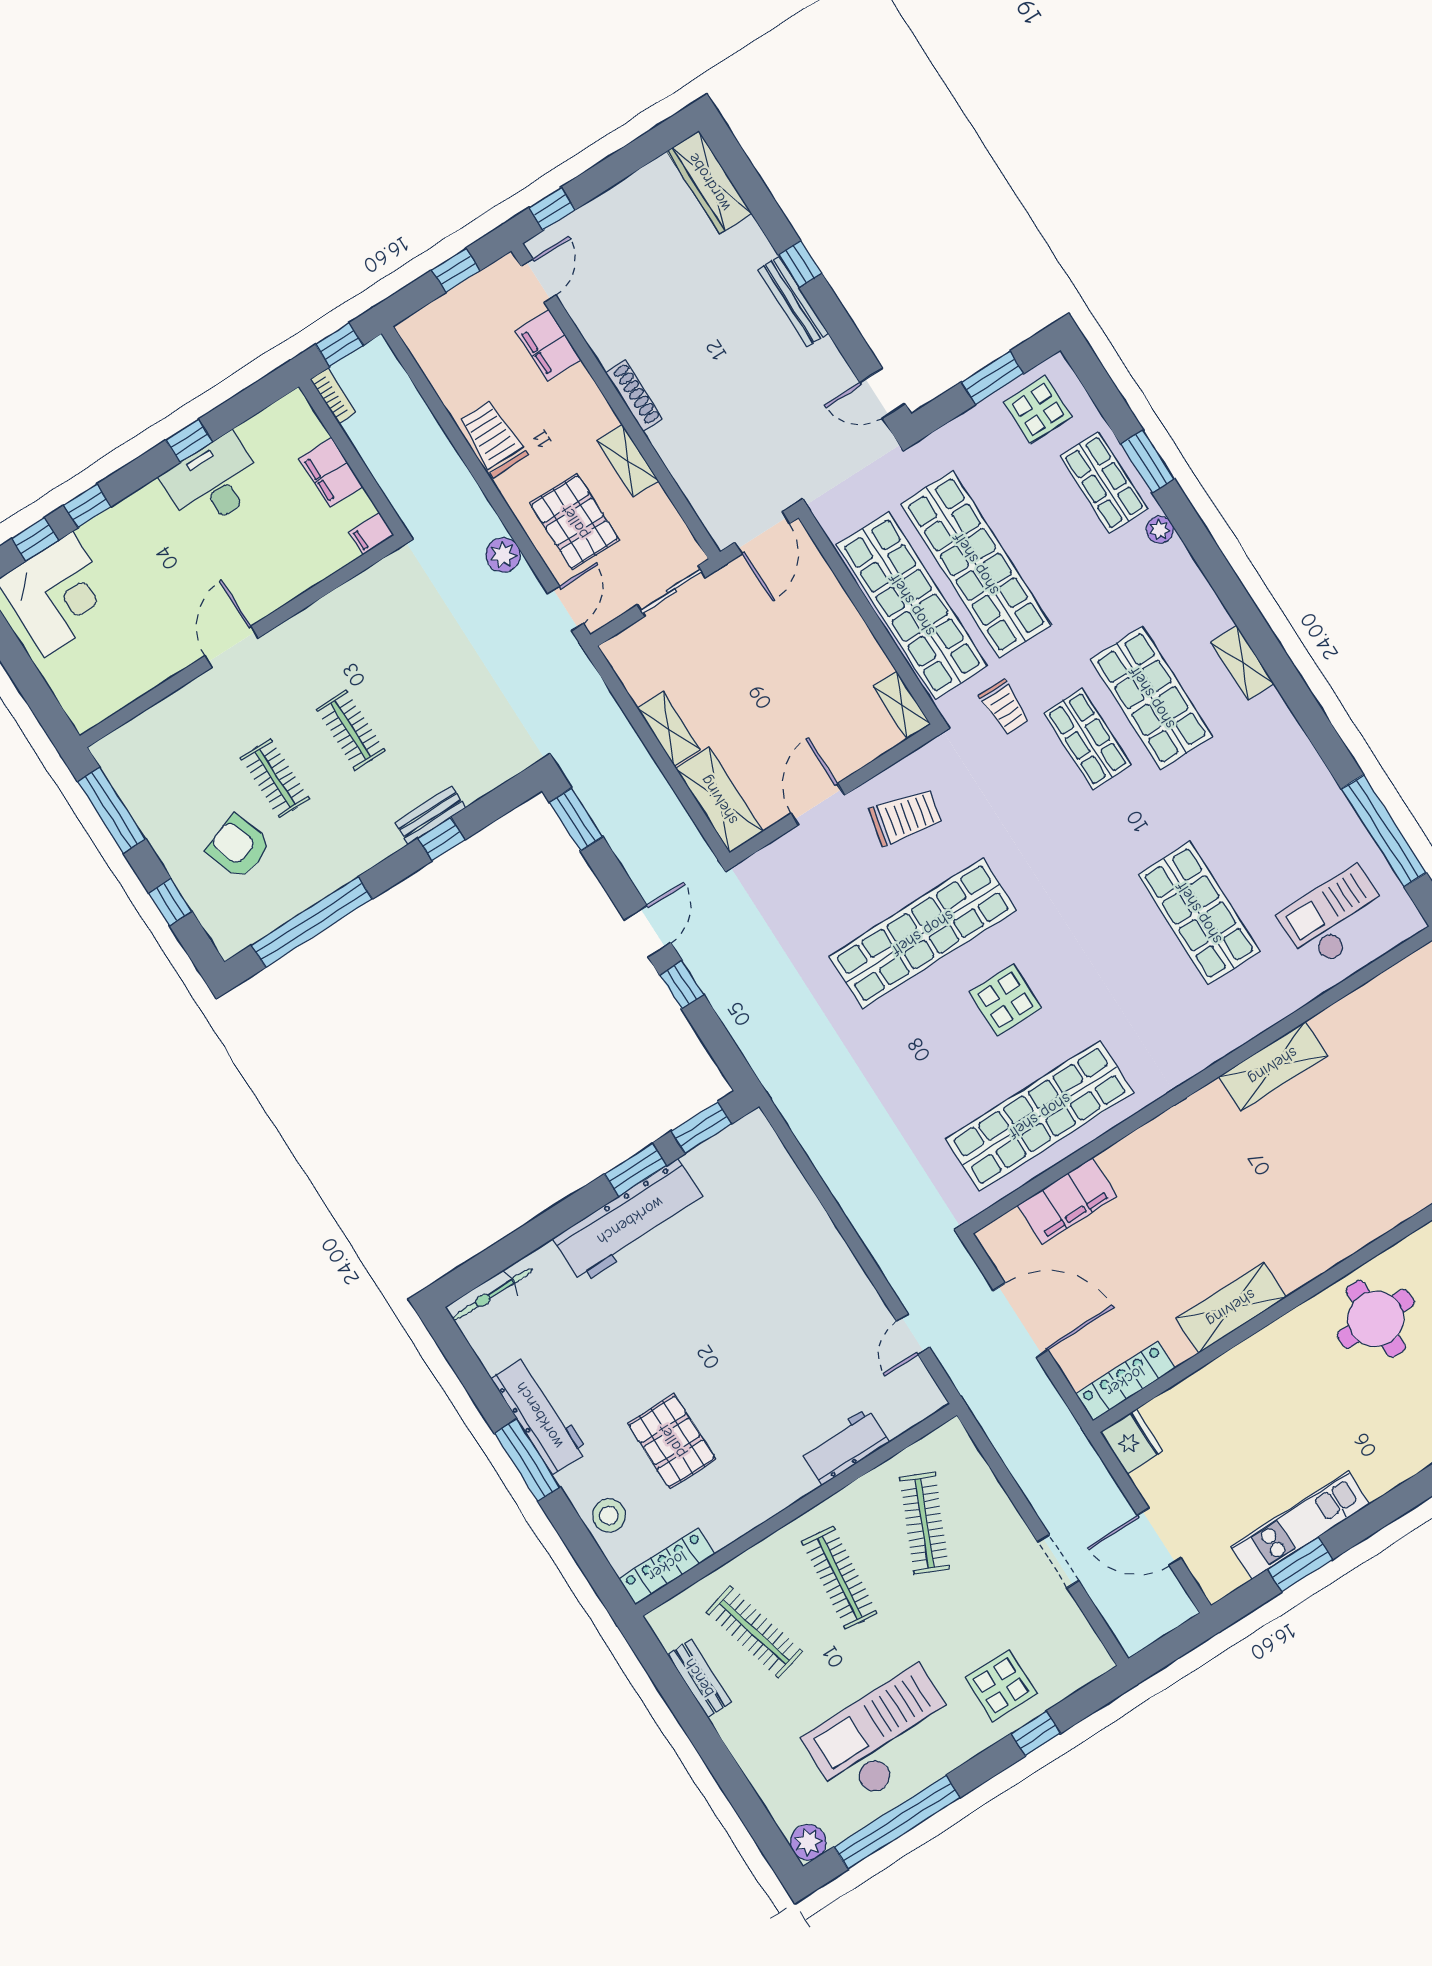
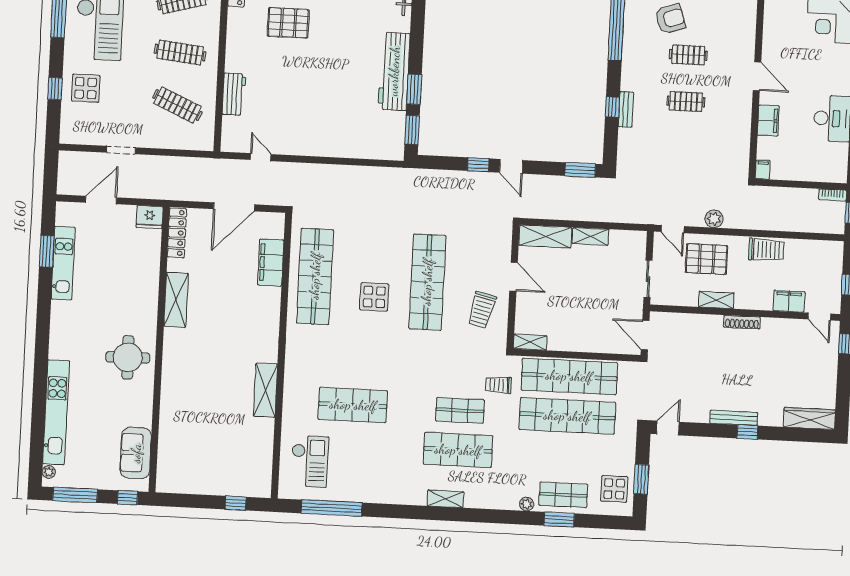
filing cabinet: (331, 472) -> (768, 120), moved, turned 90

